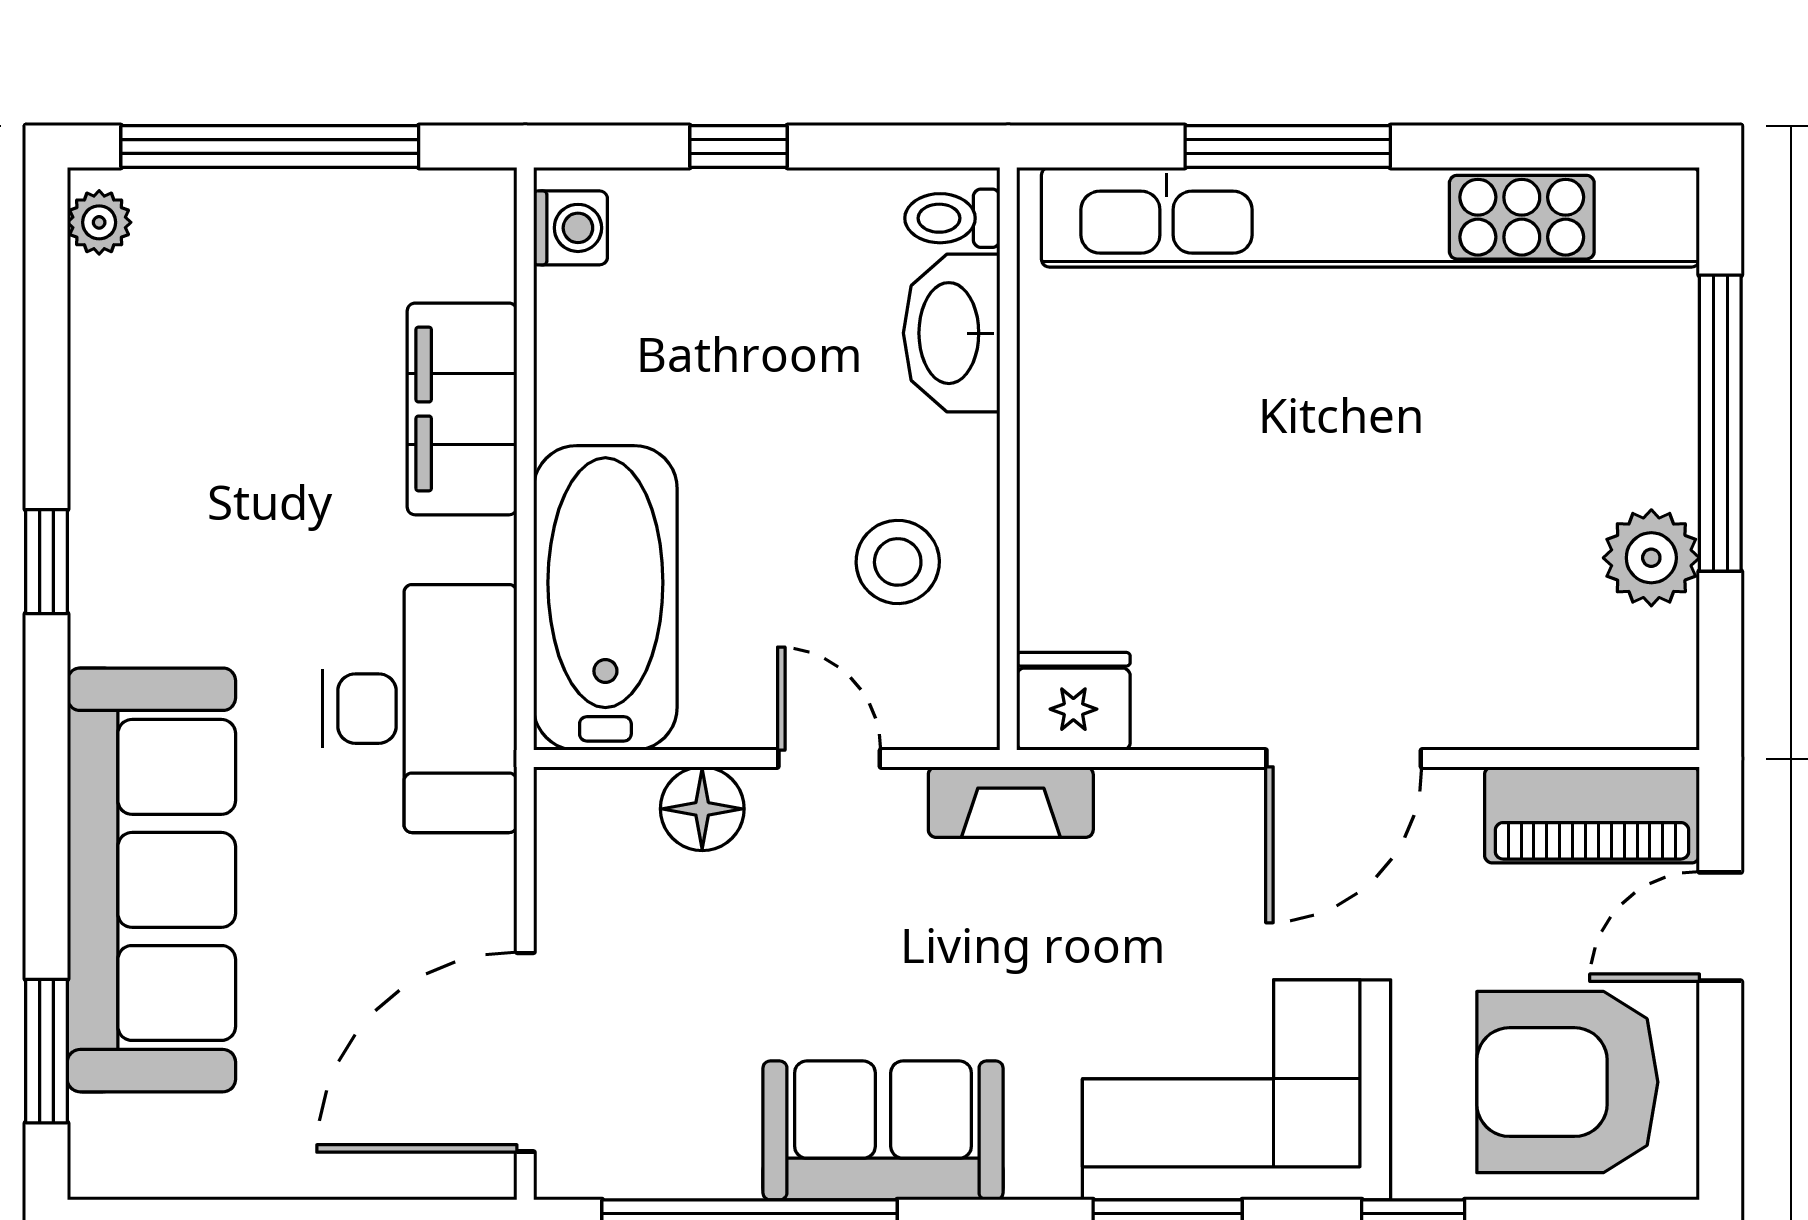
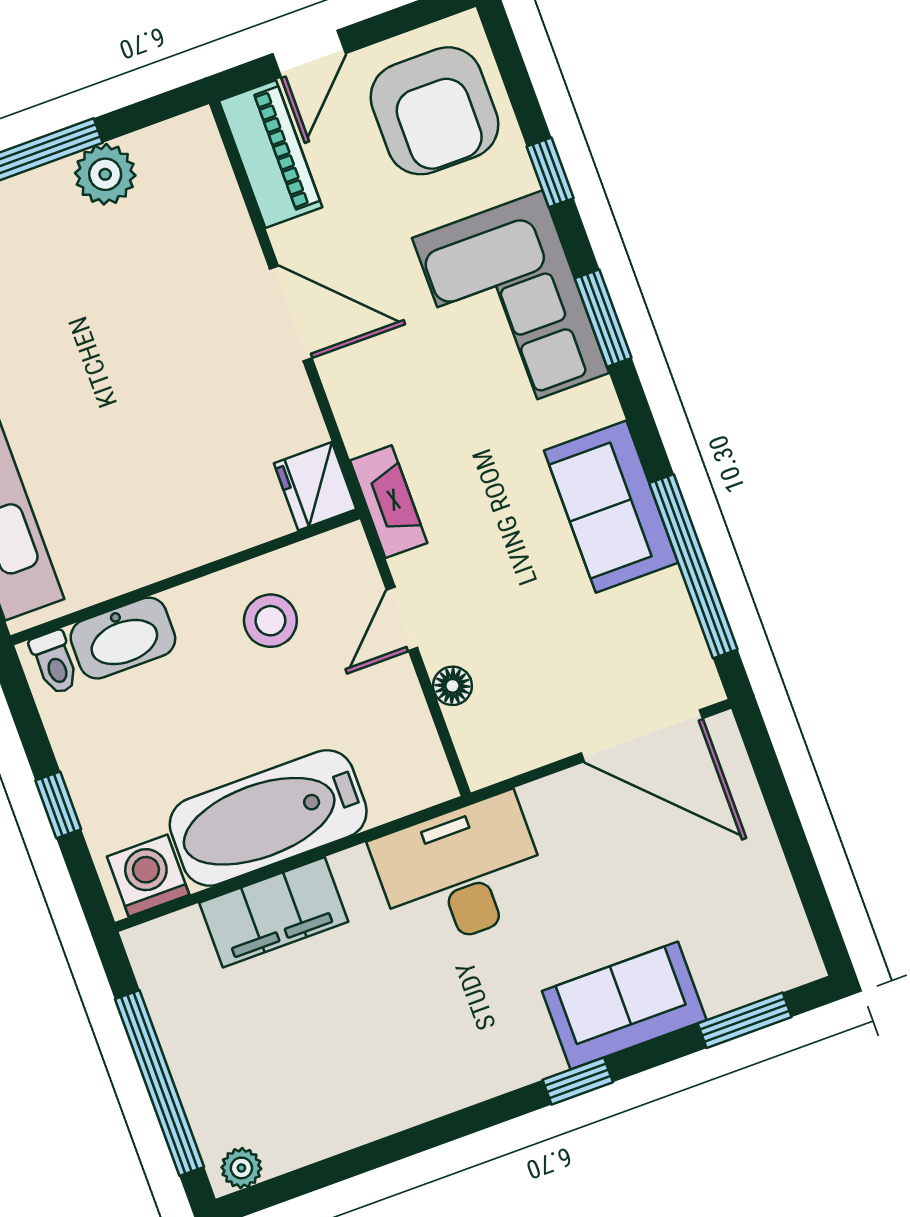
washing machine: (571, 228) -> (148, 876), width x1.38, depth x1.38
window: (47, 562) -> (578, 1081), moved
bathtub: (605, 598) -> (268, 818), moved
floor lamp: (702, 809) -> (452, 686), width x0.73, depth x0.73
sofa: (151, 880) -> (624, 1005), width x0.54, depth x0.79
door: (1720, 927) -> (309, 54), hinge flipped

